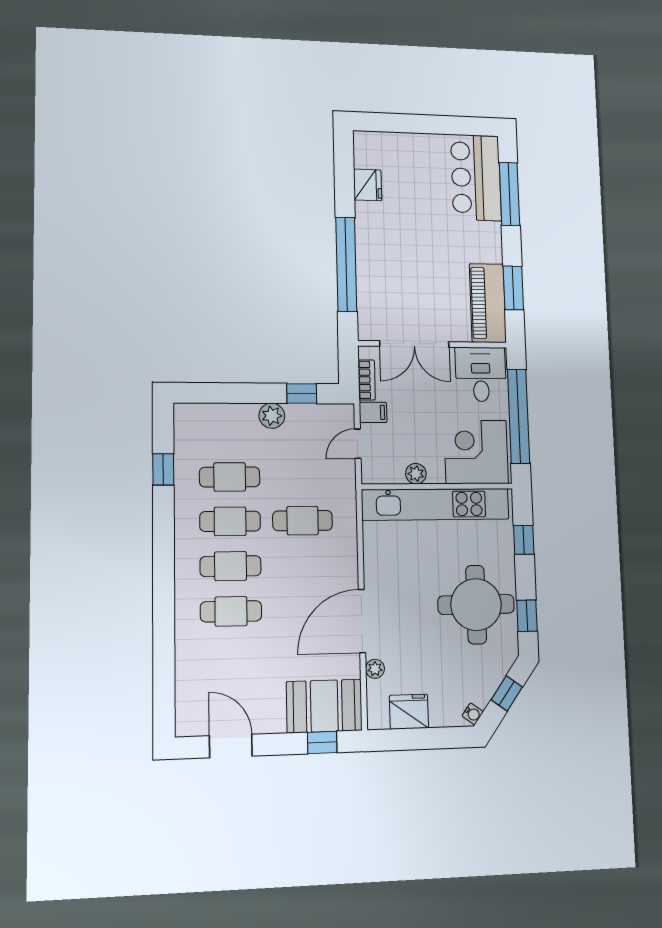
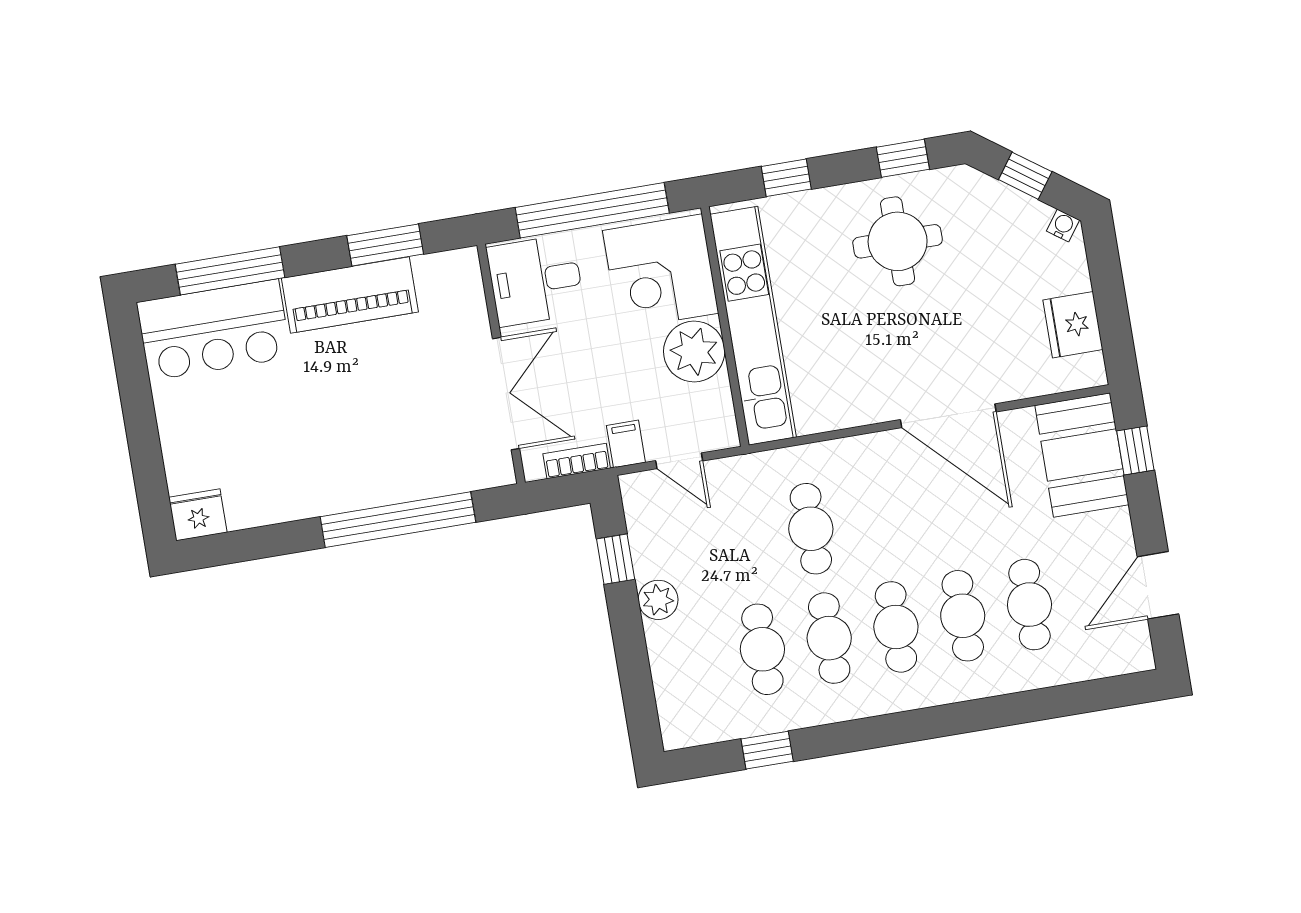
fridge: (368, 185) -> (198, 515), moved
piano: (488, 303) -> (350, 295), moved
plant: (416, 474) -> (694, 352), width x1.88, depth x1.88
round table: (476, 605) -> (898, 241), width x0.73, depth x0.73
cafe table: (231, 657) -> (1029, 605), added
plant: (375, 669) -> (1017, 386), removed

